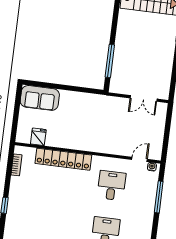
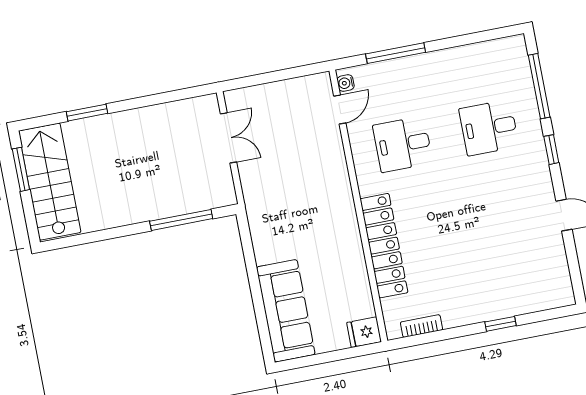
sofa: (40, 98) -> (286, 311), width x1.36
fridge: (38, 137) -> (364, 332), moved
door: (139, 159) -> (340, 109), swing flipped

